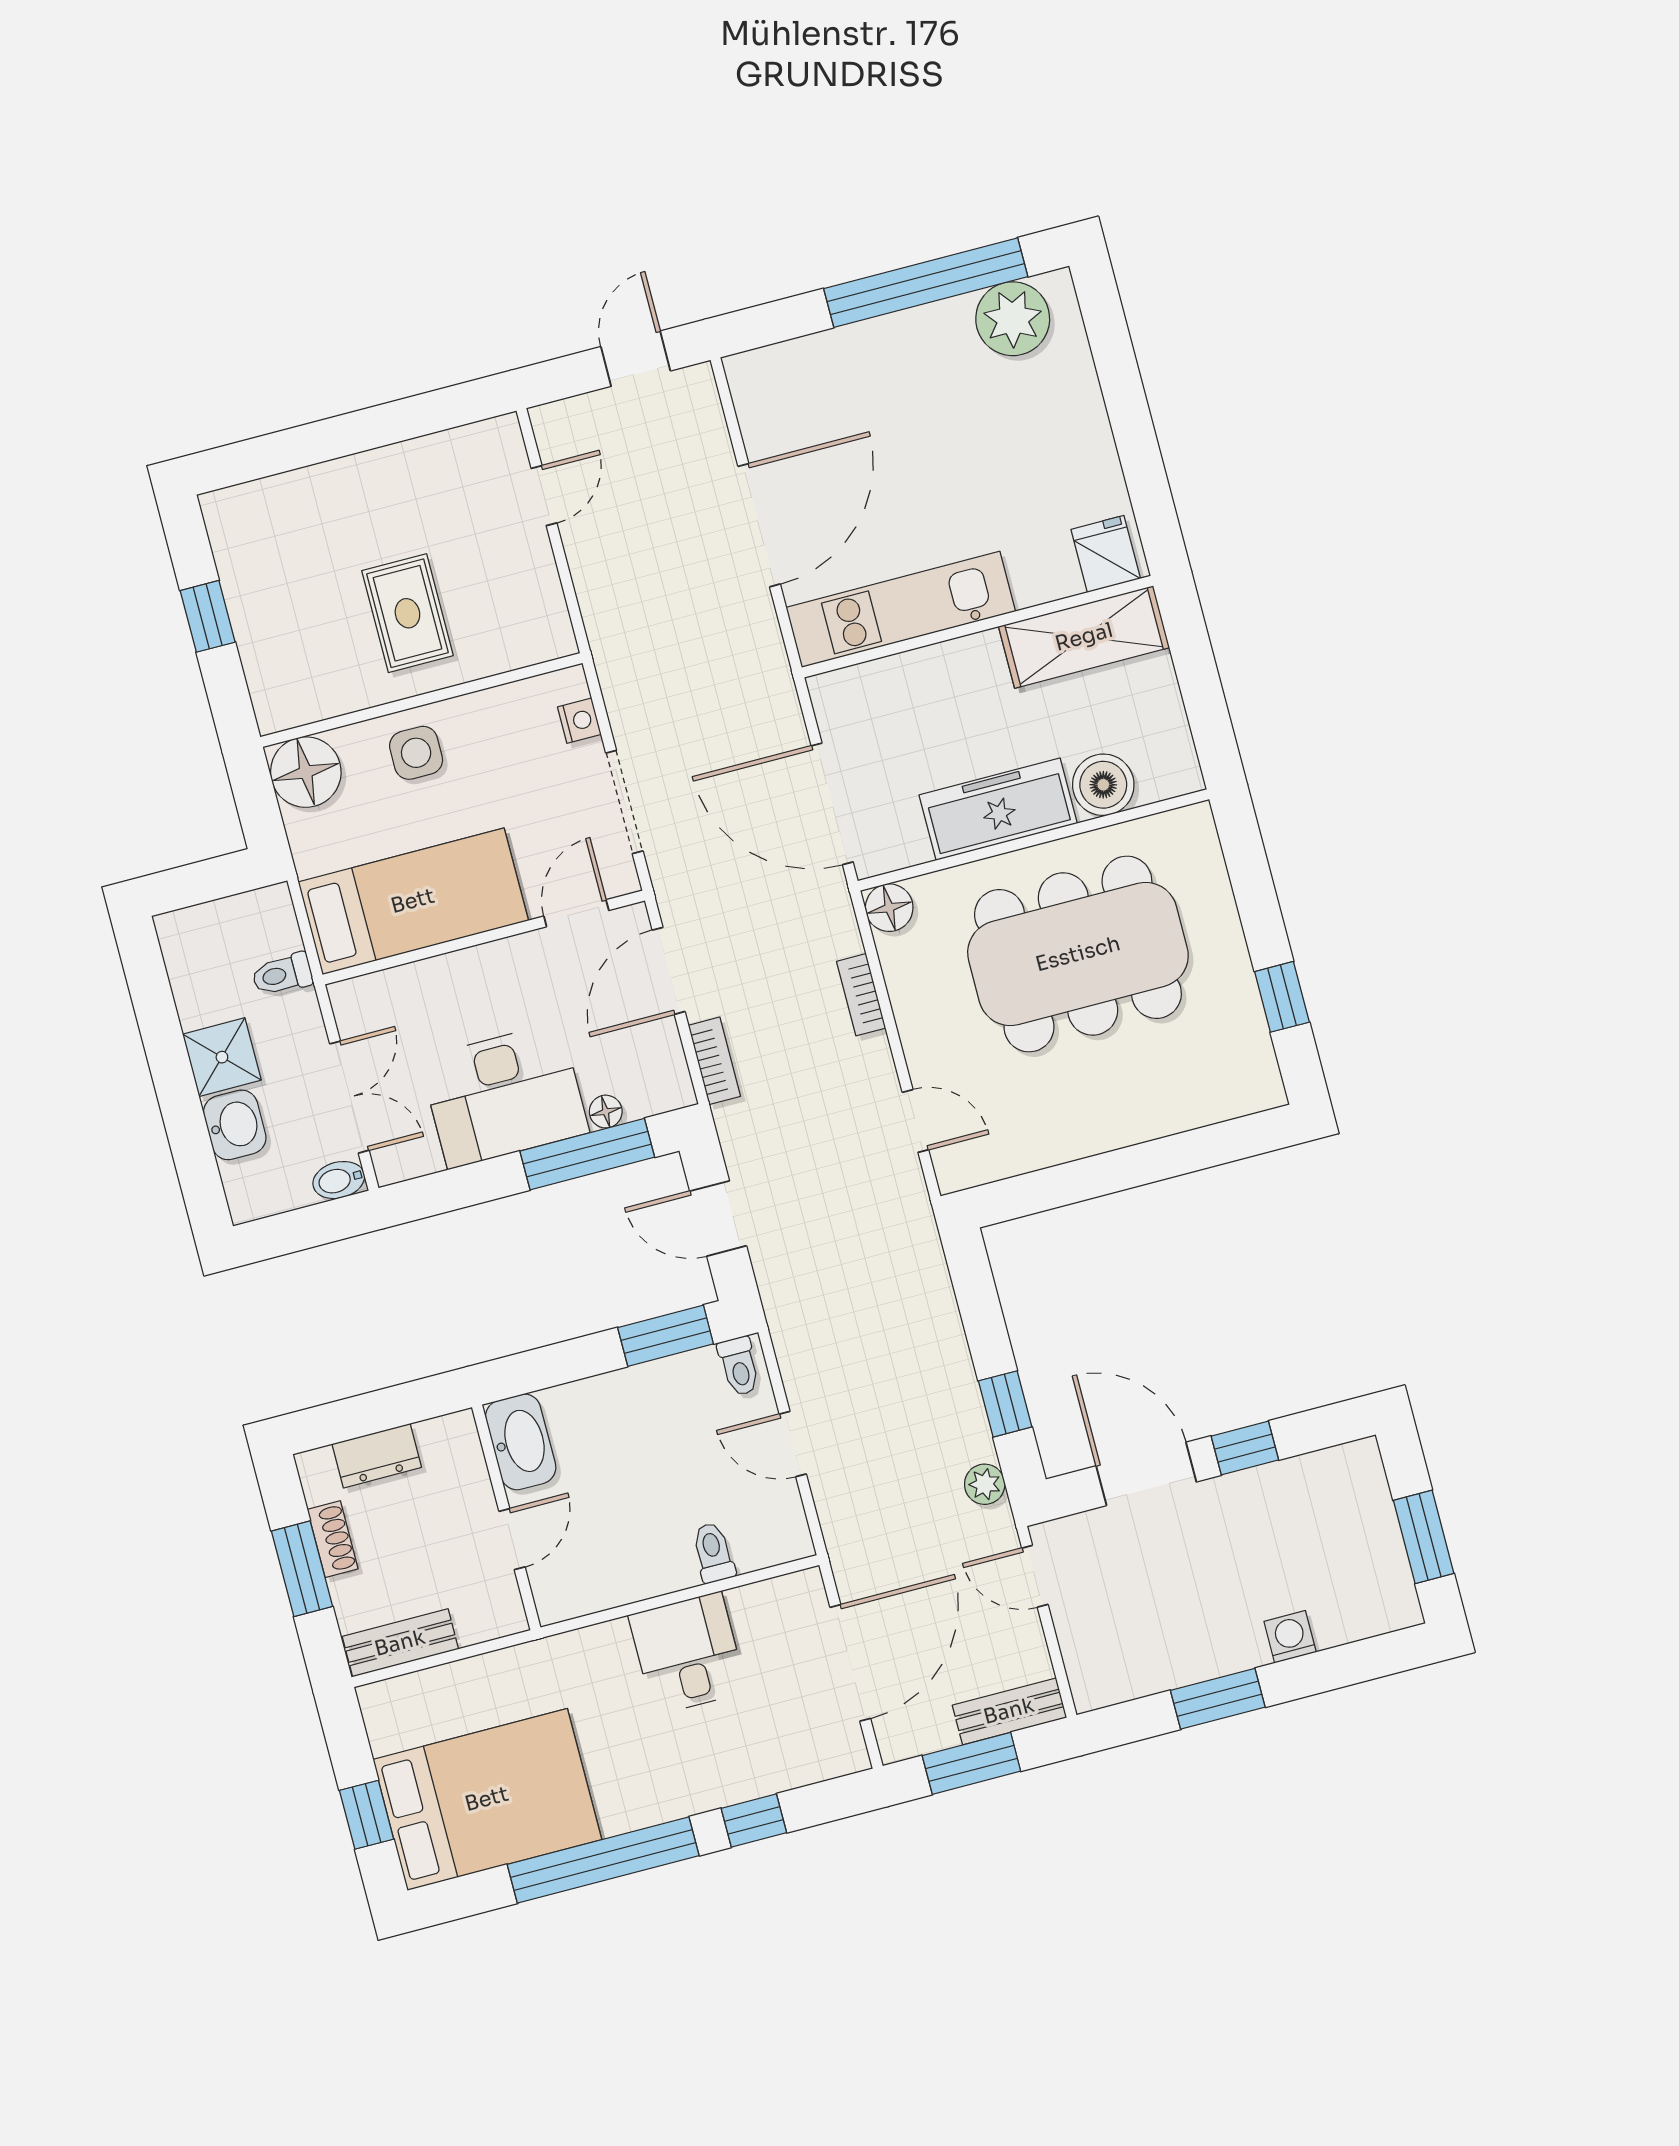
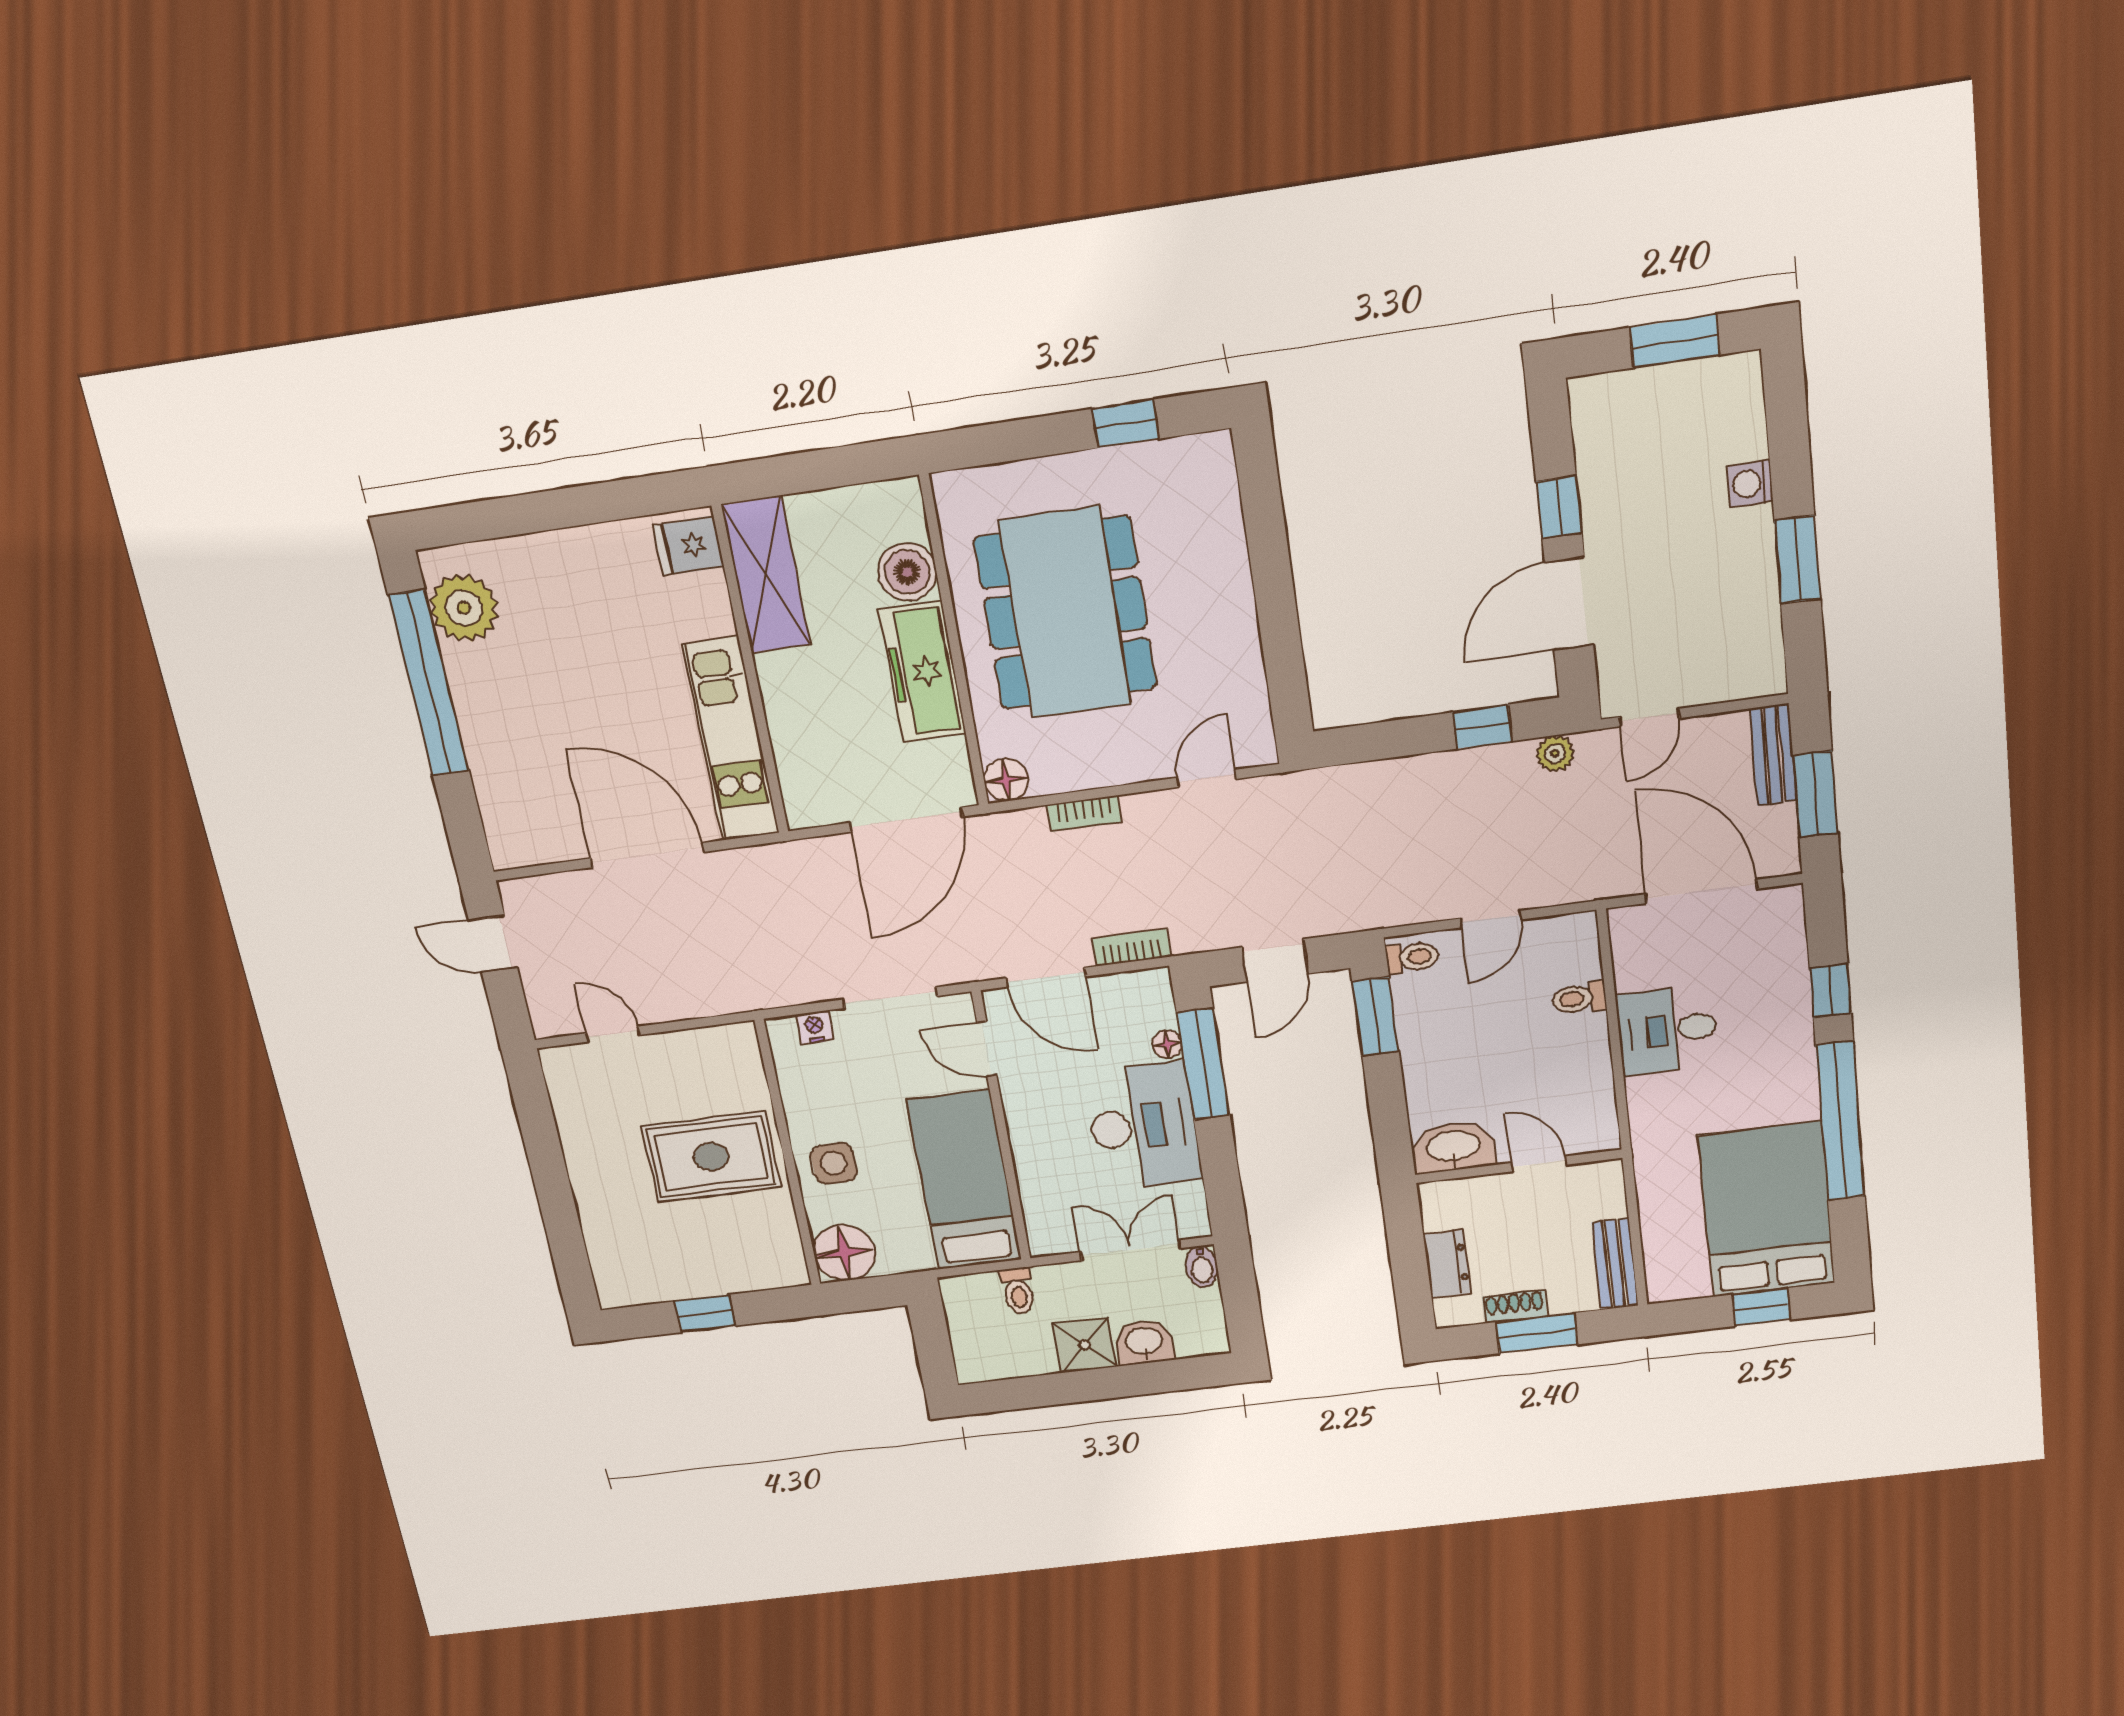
rug: (407, 613) -> (711, 1157), width x1.36, depth x1.43

